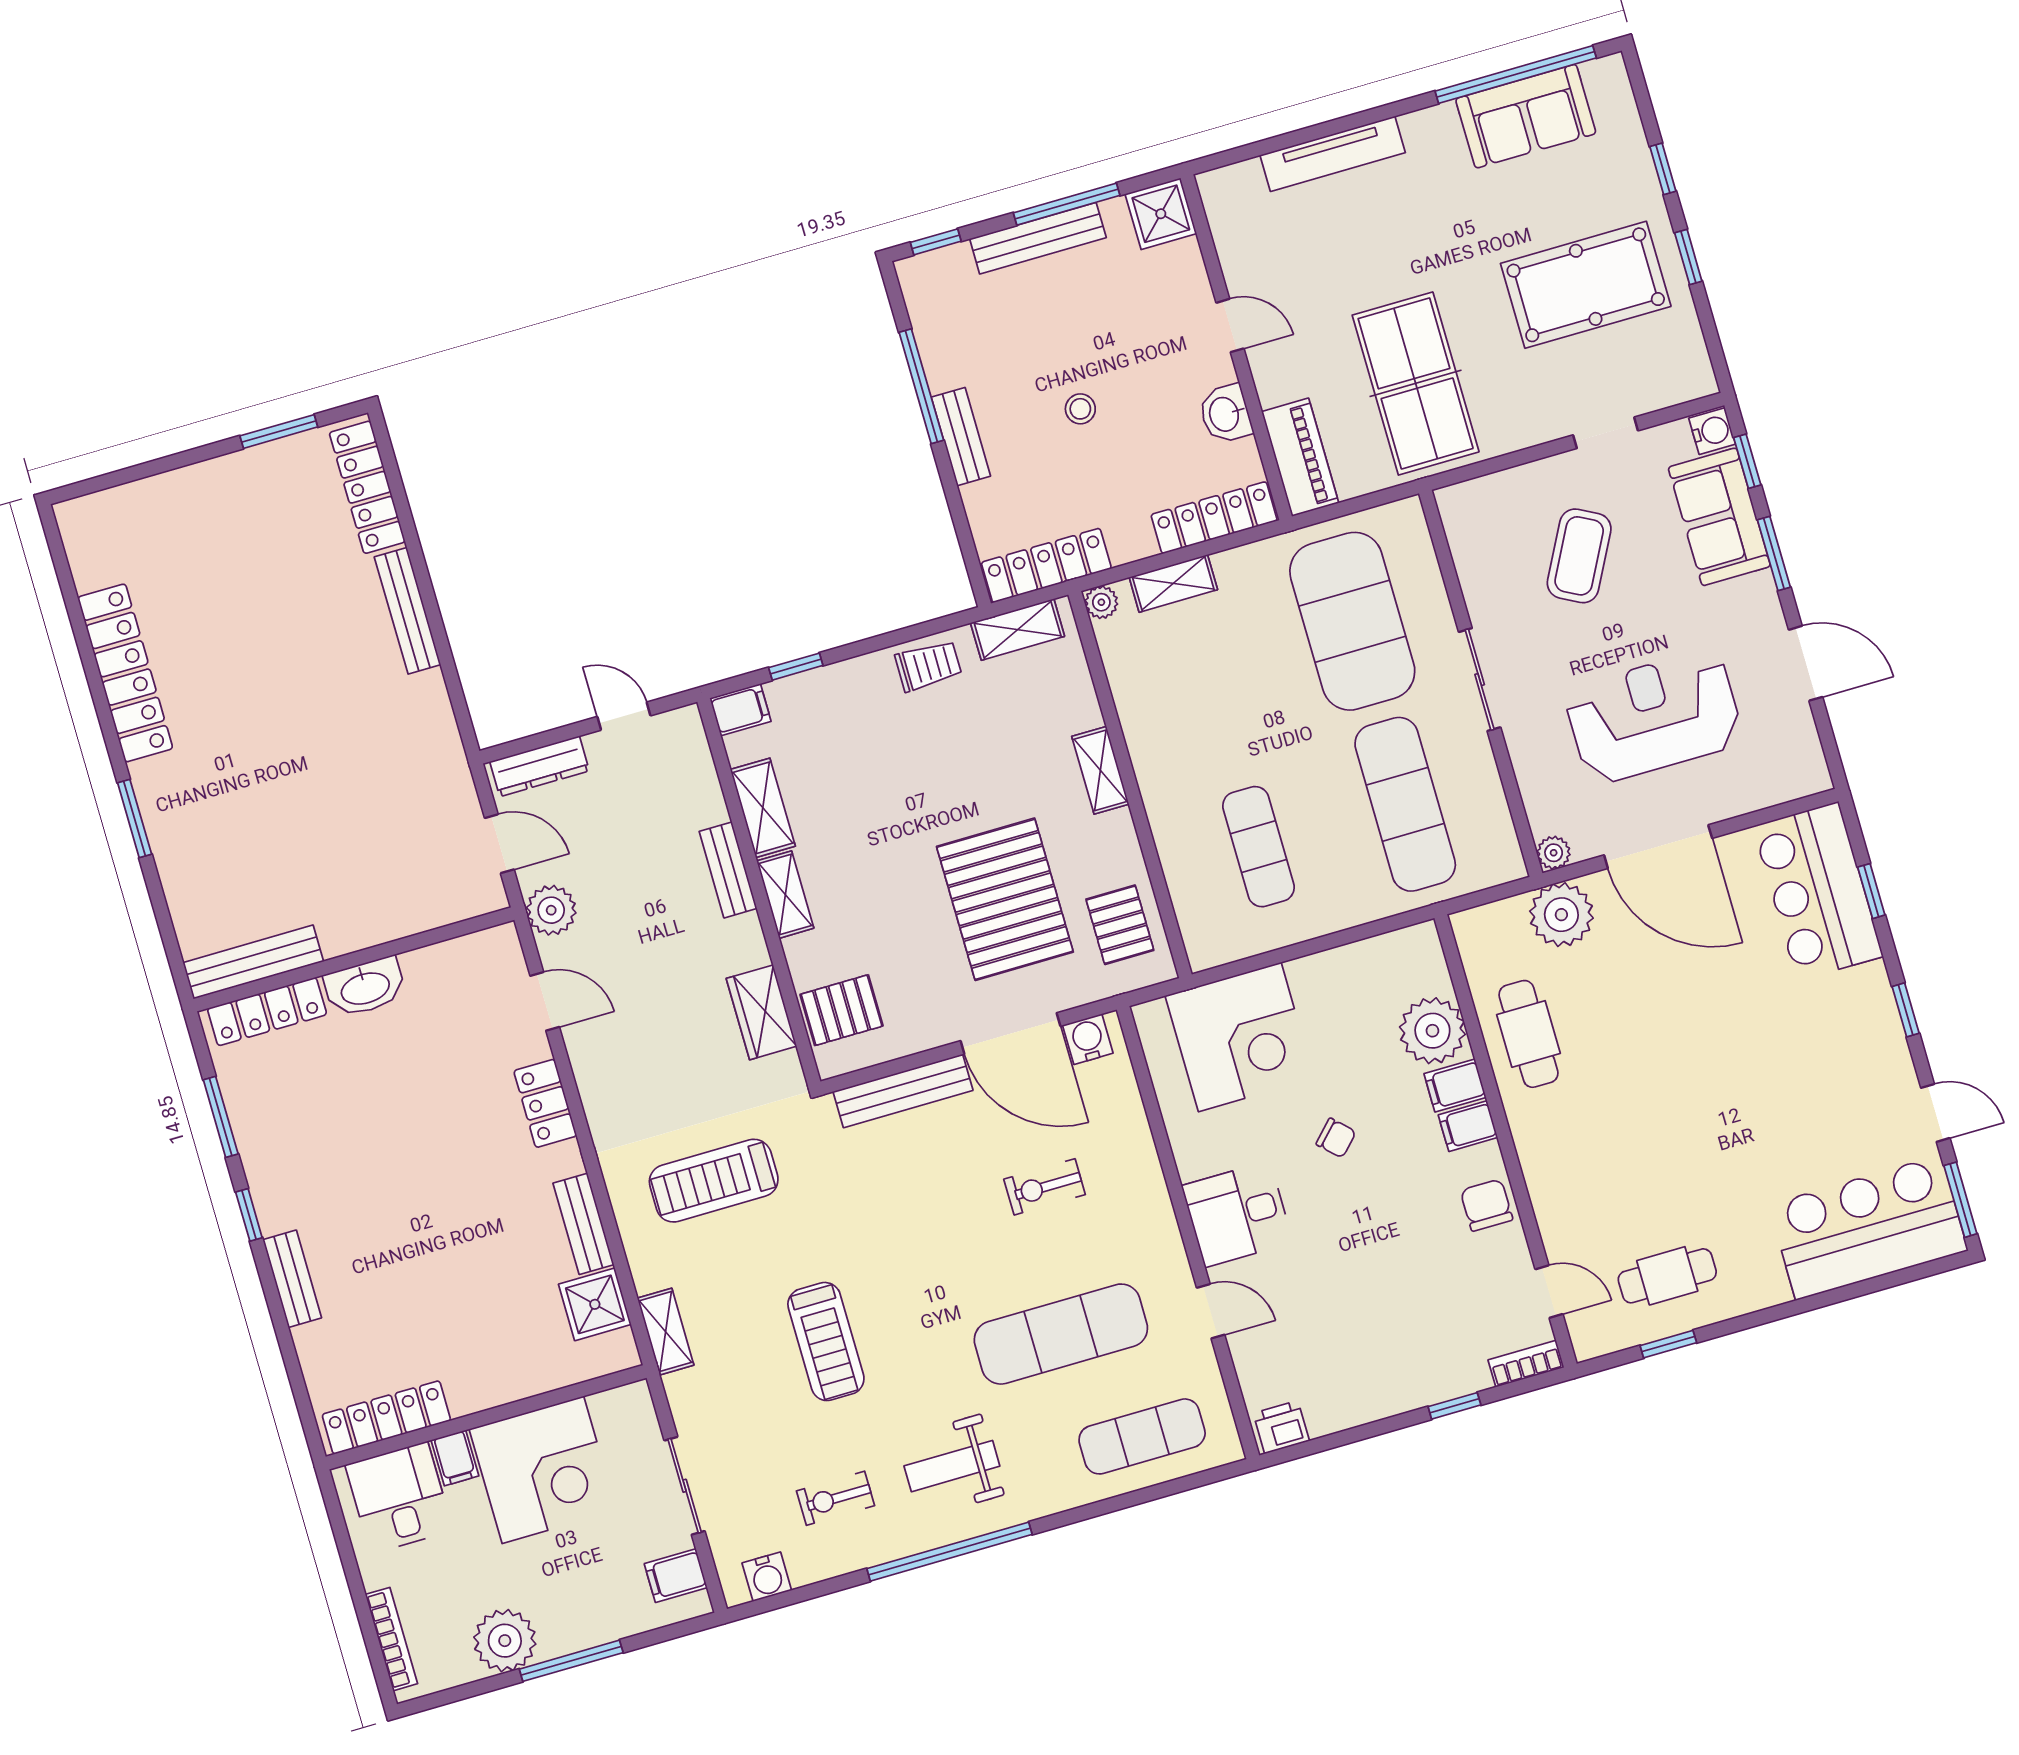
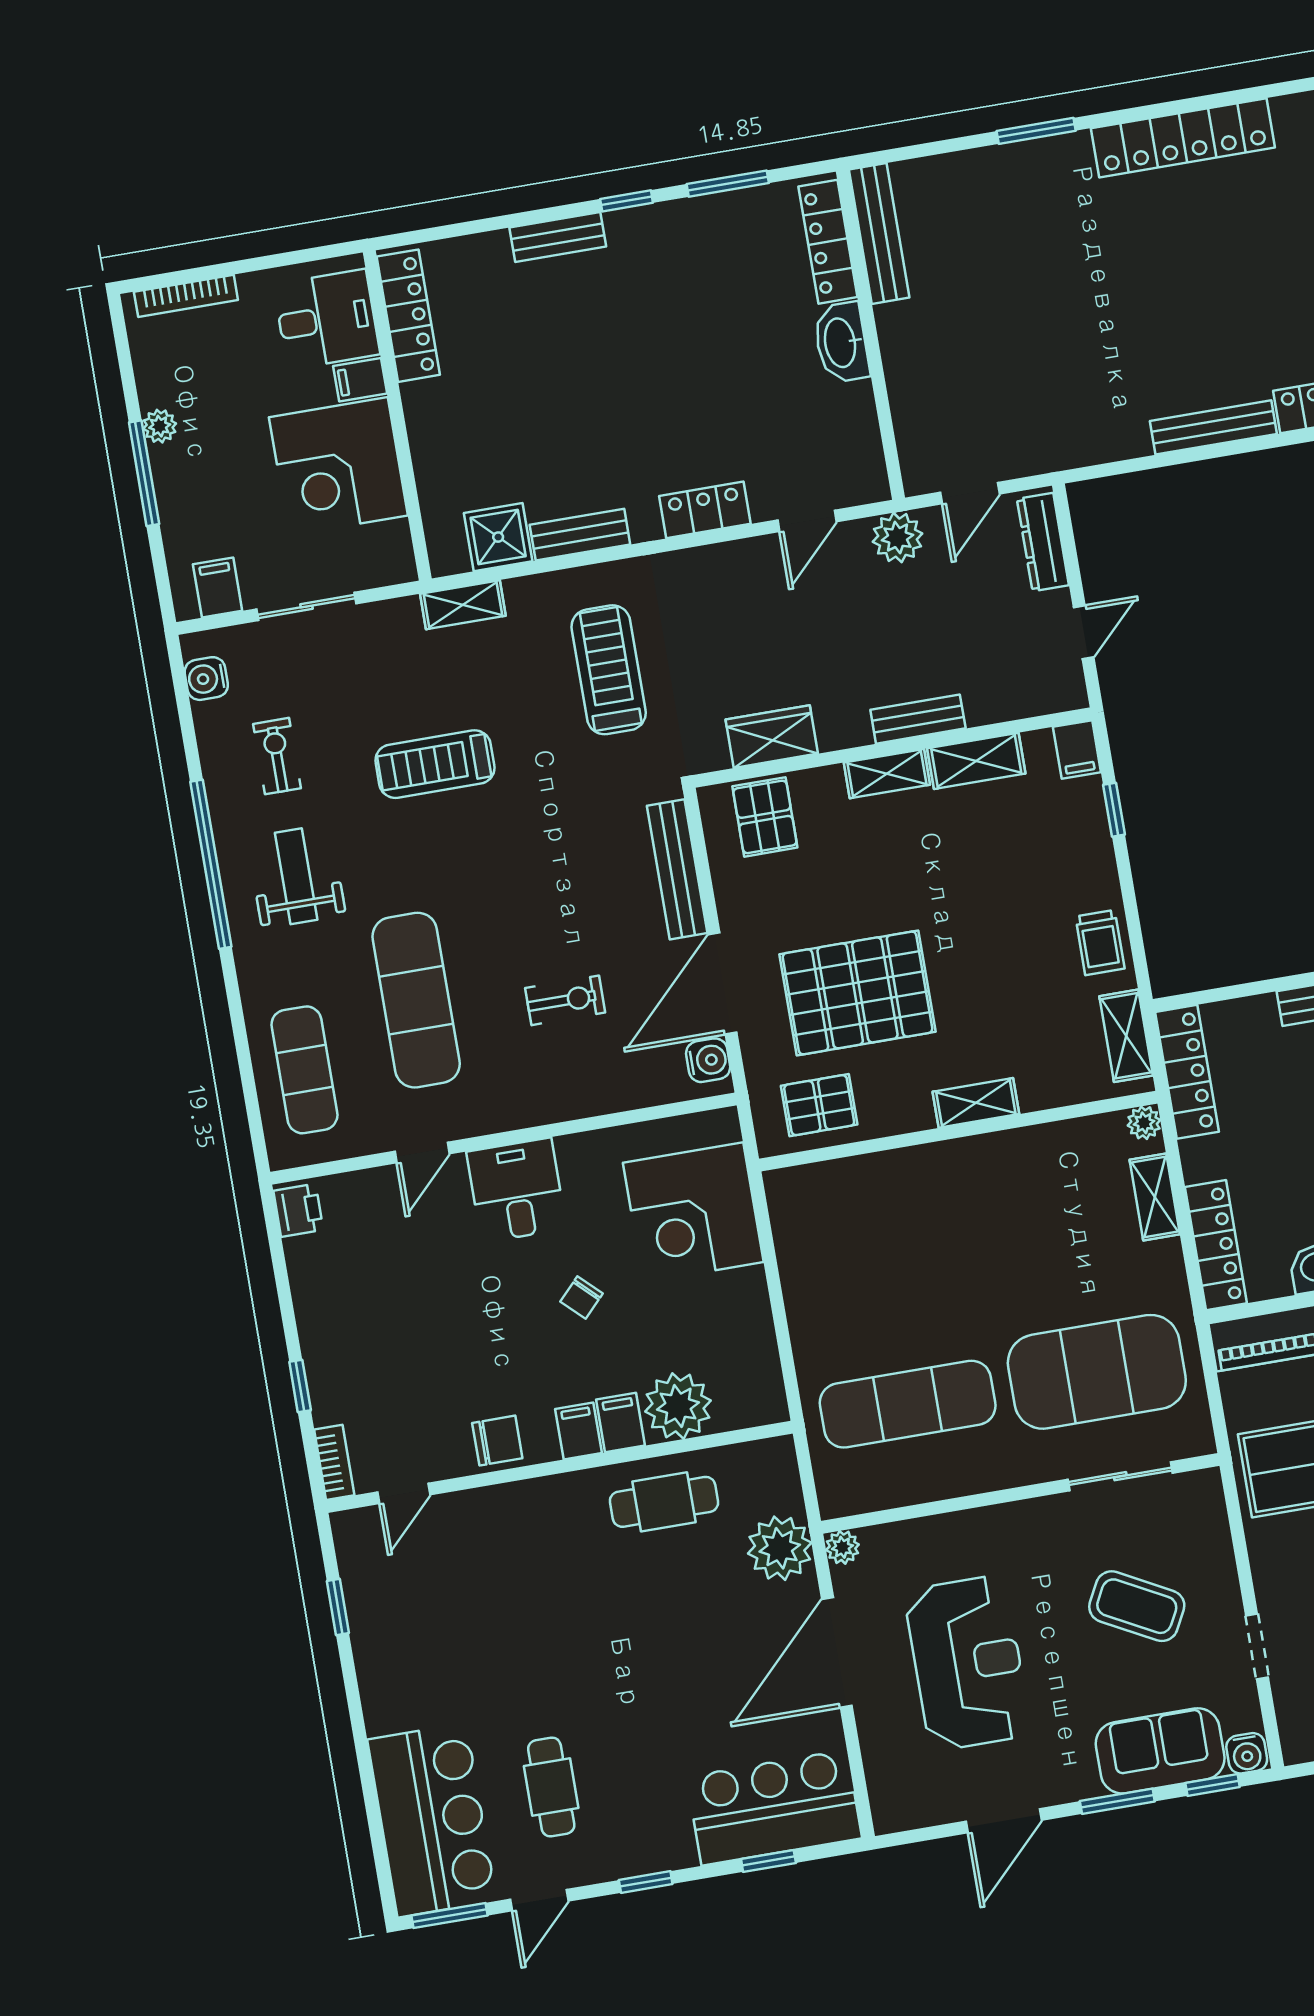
sliding door: (1480, 680) -> (1120, 1476), moved
exercise mat: (1258, 847) -> (882, 1253), removed
exercise bike: (1045, 1187) -> (565, 1000), turned 90
cafe table: (1667, 1276) -> (551, 1787), moved
plant: (505, 1641) -> (160, 426), width x0.53, depth x0.53

